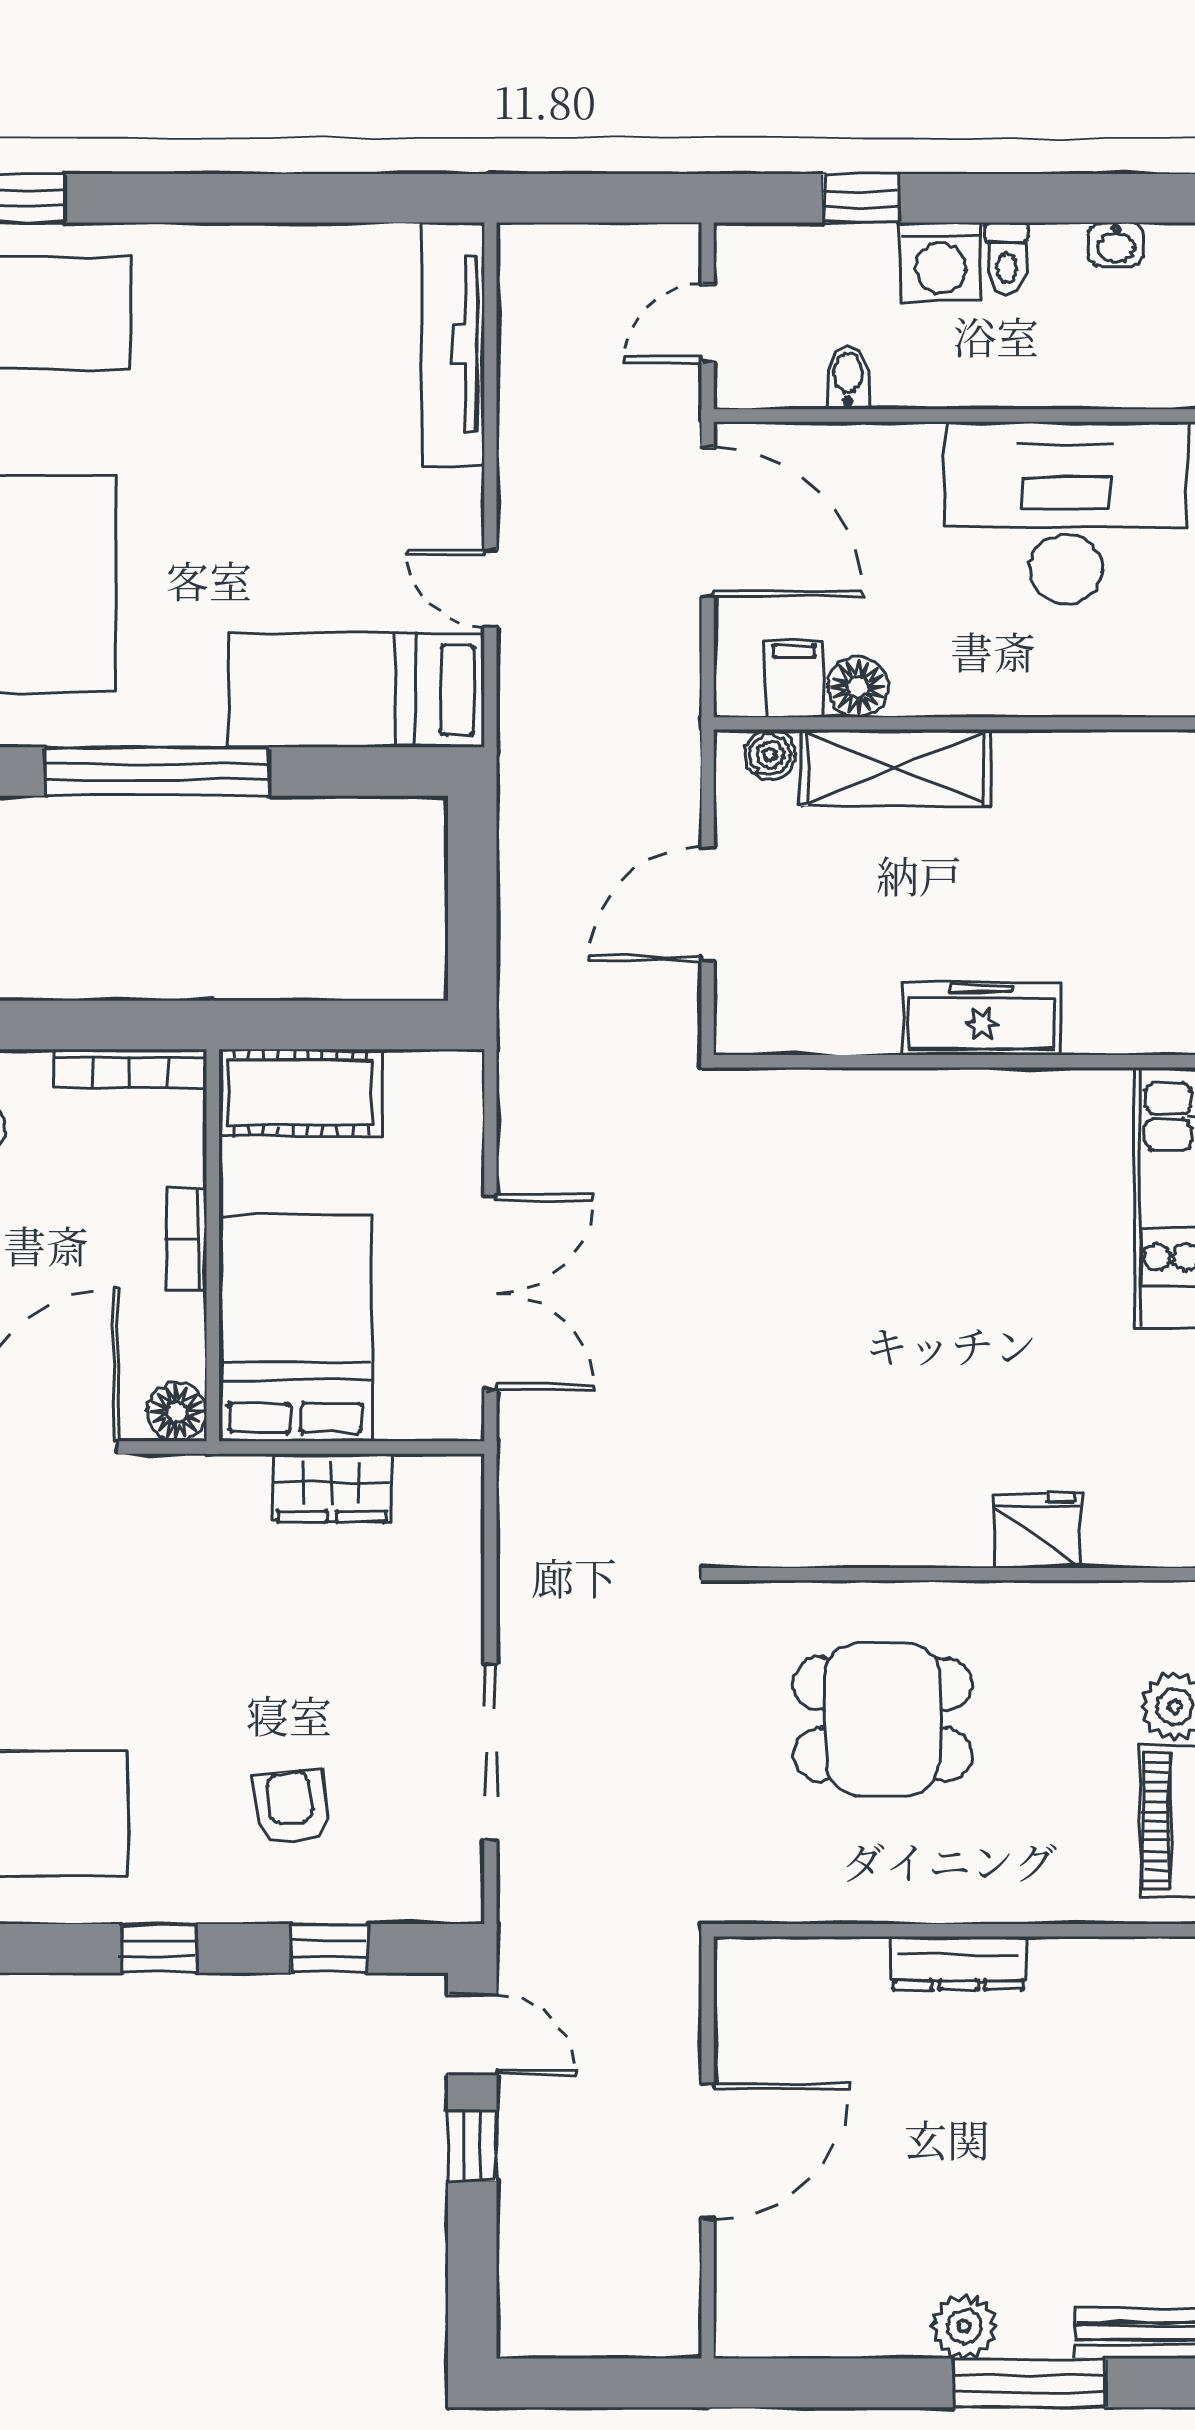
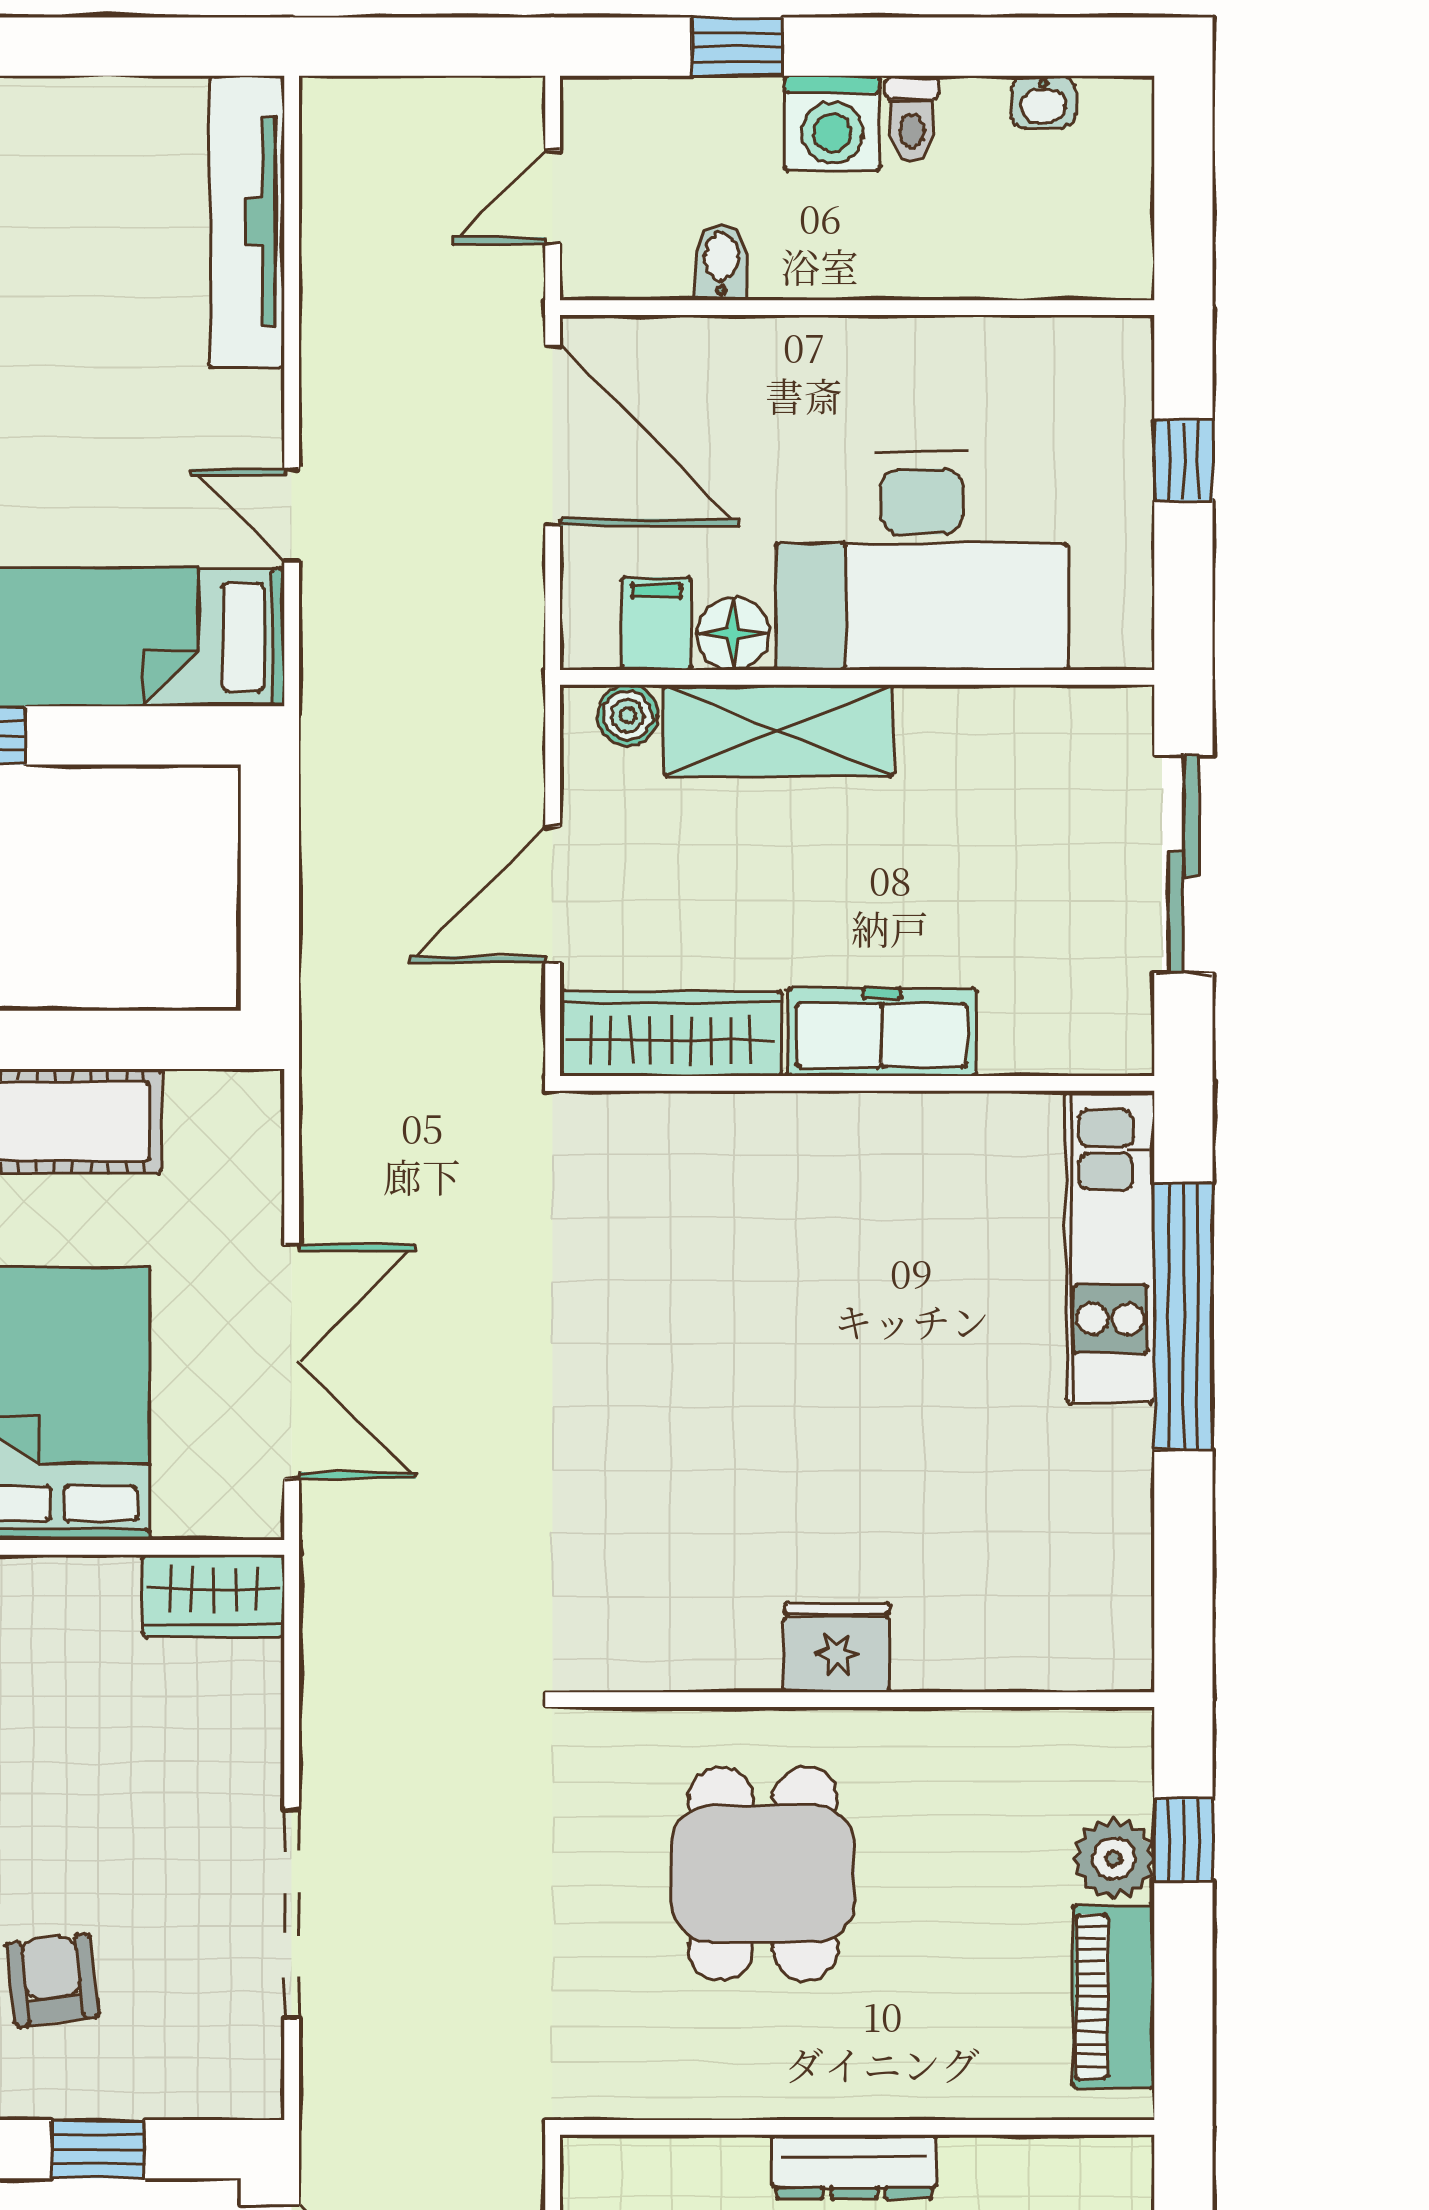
desk: (1066, 513) -> (922, 561), moved, turned 180
wardrobe: (806, 1020) -> (671, 1033), added
wardrobe: (332, 1488) -> (214, 1596), moved
fridge: (1038, 1531) -> (837, 1647), moved
dining table: (883, 1719) -> (763, 1874), turned 90

